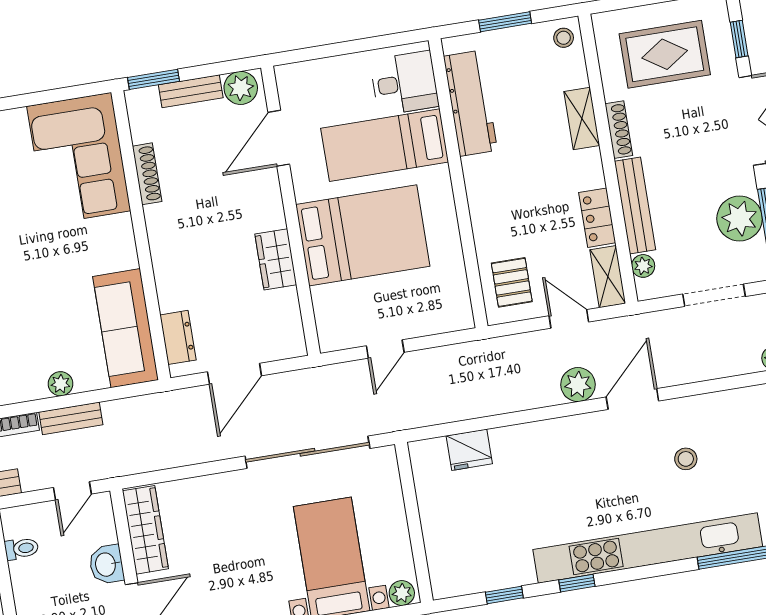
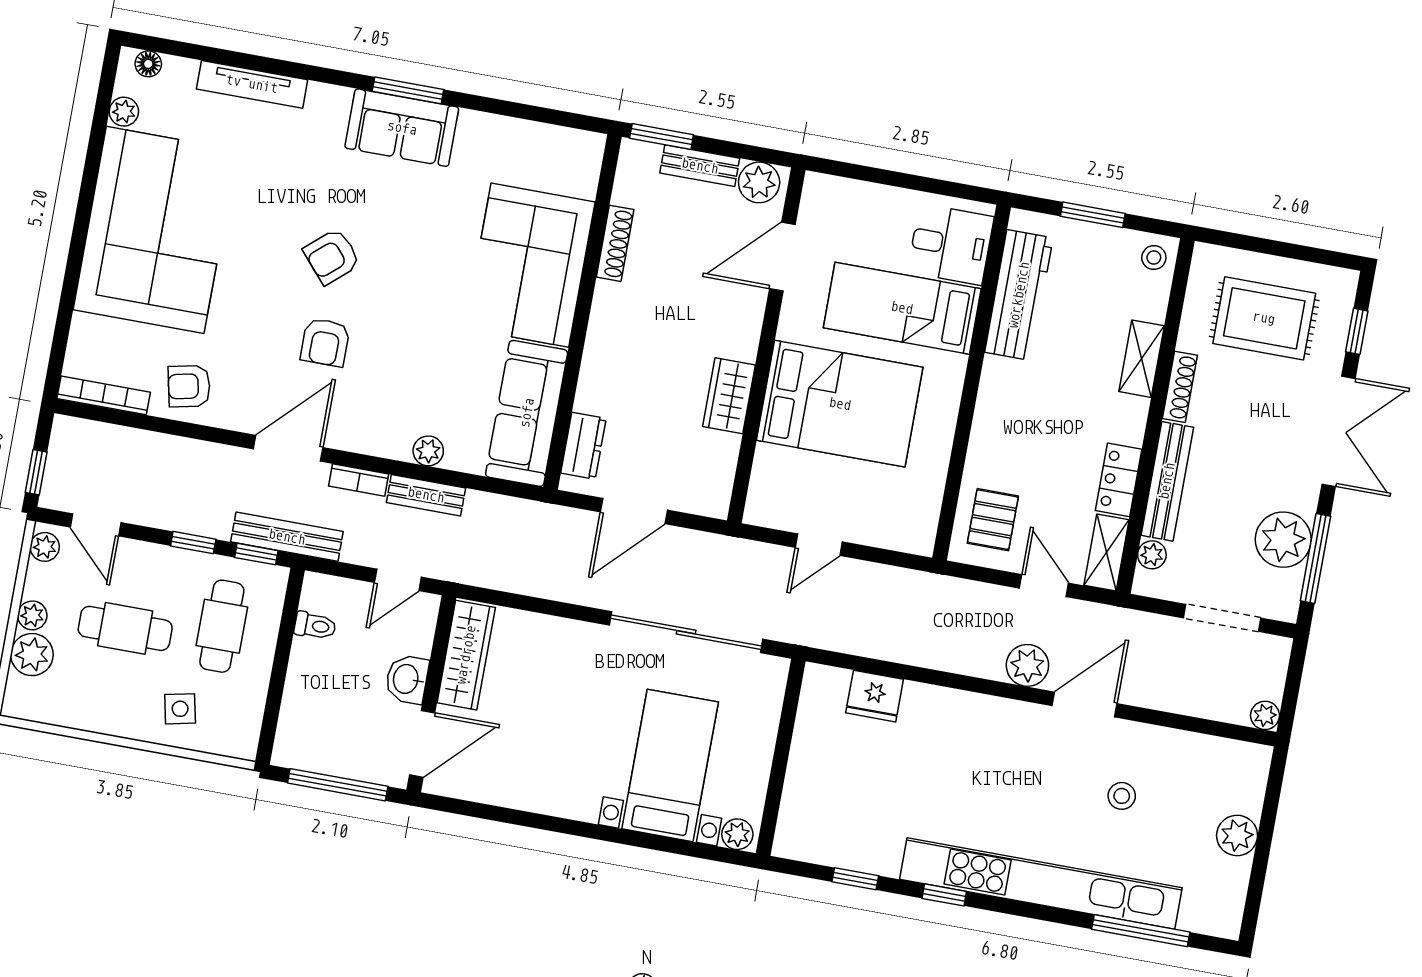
corner sofa: (79, 158) -> (530, 265), moved

